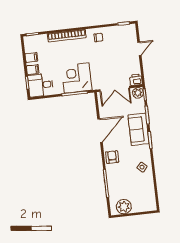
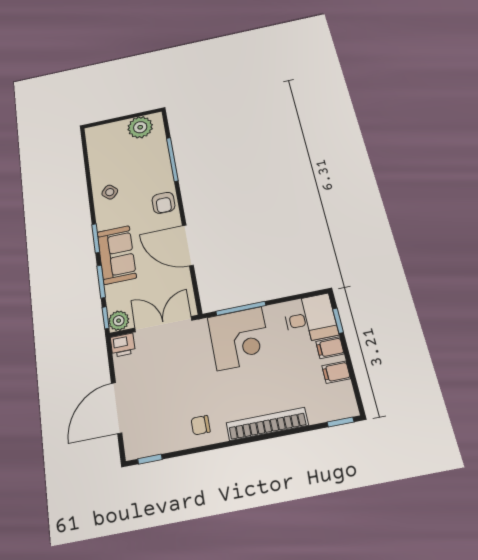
door: (139, 49) -> (117, 408), width x1.88
door: (100, 131) -> (188, 245), hinge flipped

